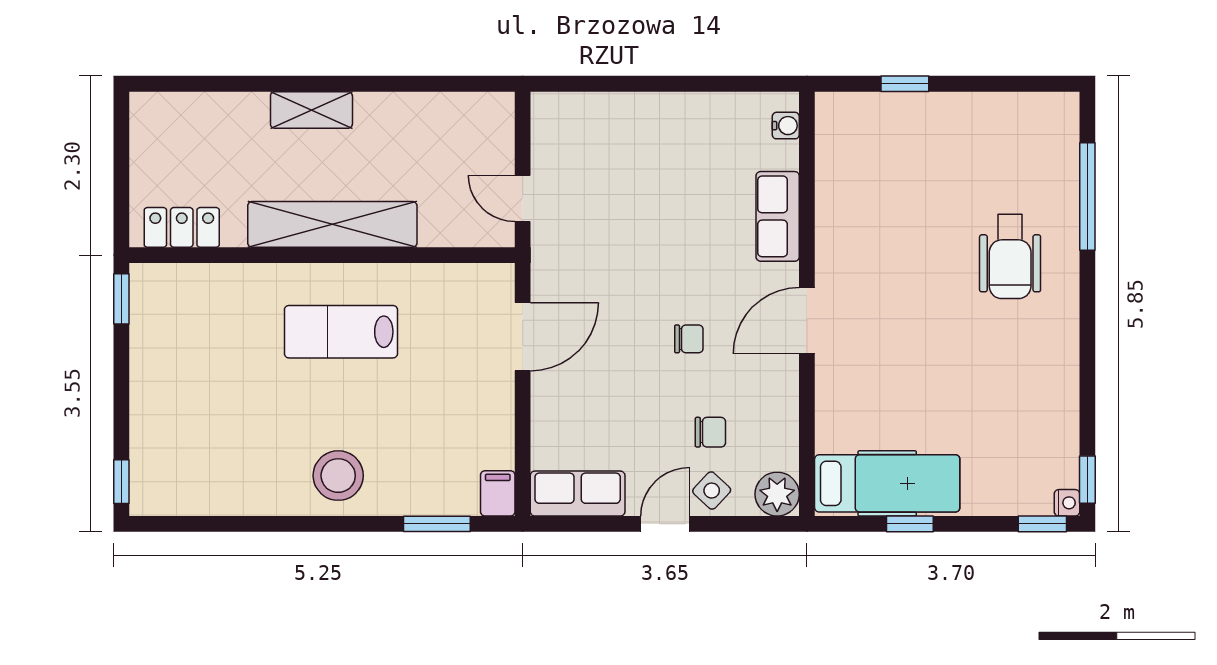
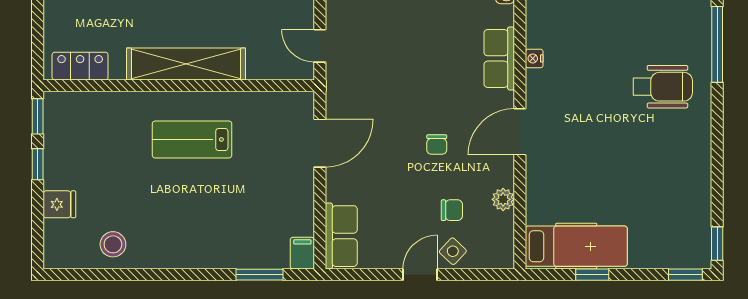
wheelchair: (1010, 257) -> (663, 87), turned -90
chair: (689, 339) -> (437, 145), turned 90
fridge: (152, 424) -> (59, 204), added
stool: (338, 476) -> (113, 244), moved, width x0.73, depth x0.73
window: (121, 482) -> (38, 164), moved
row of seats: (578, 494) -> (341, 236), moved, turned 90
plant: (777, 494) -> (503, 199), moved, width x0.73, depth x0.73
nightstand: (1067, 503) -> (534, 58), moved, turned 180

